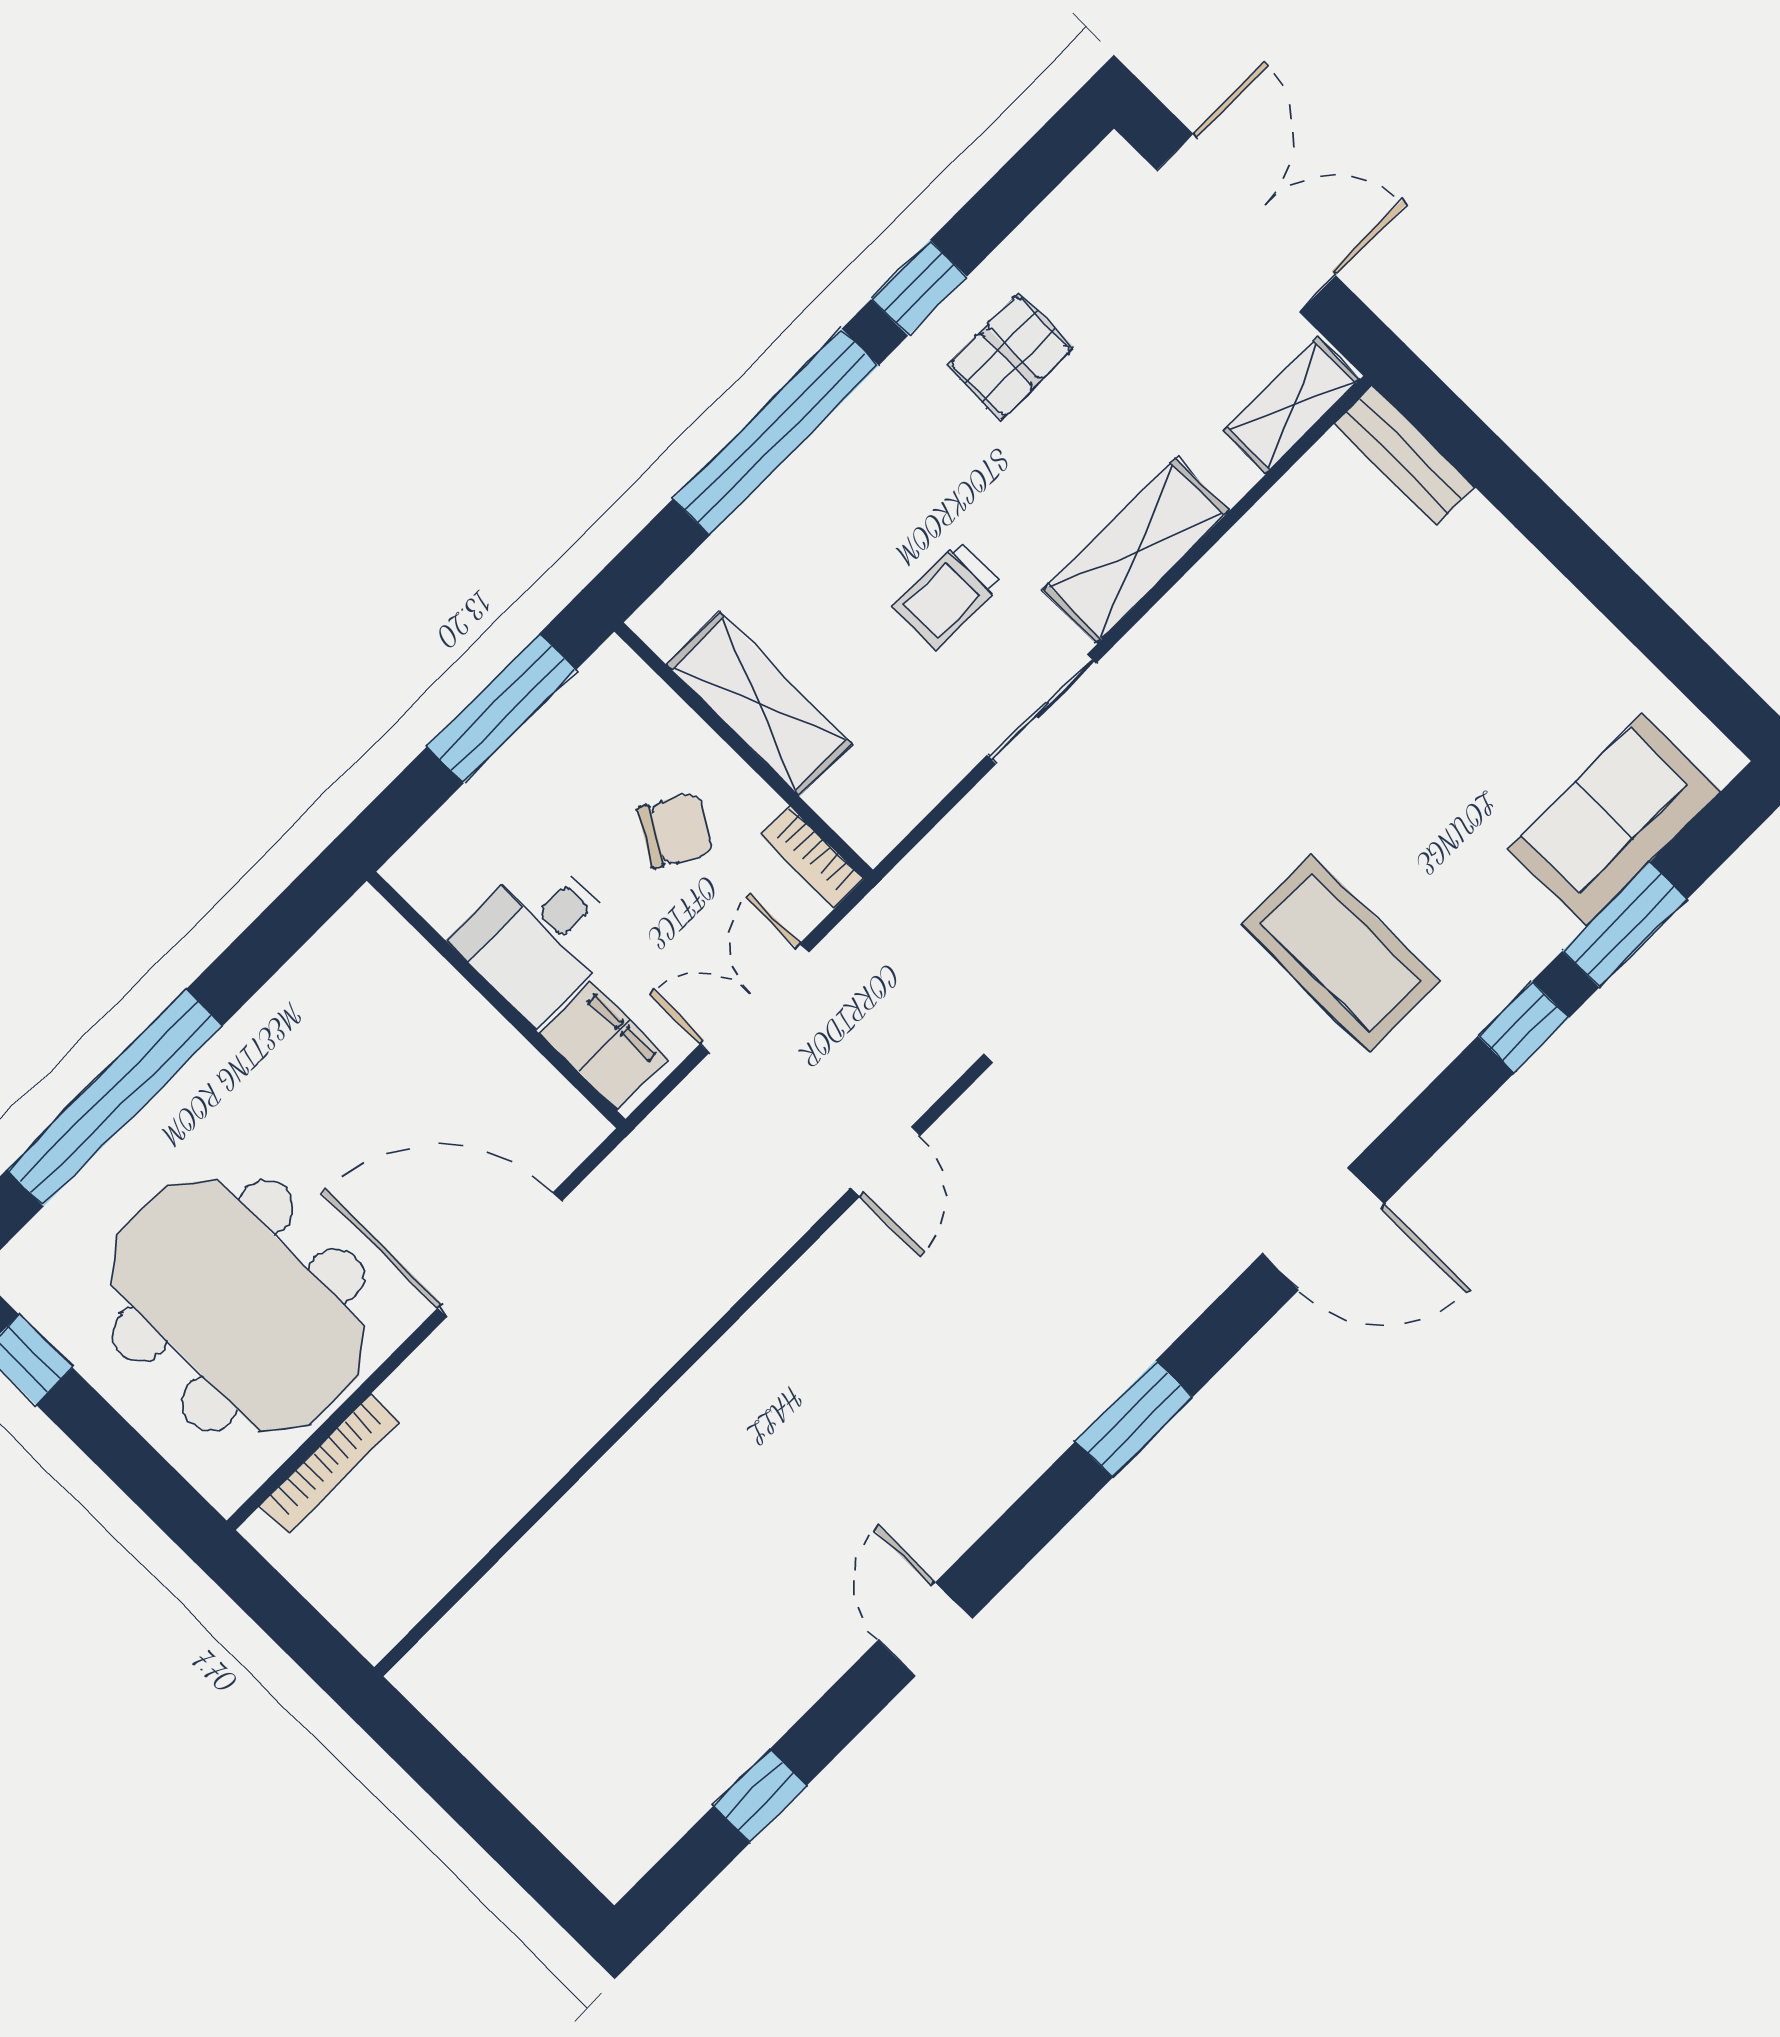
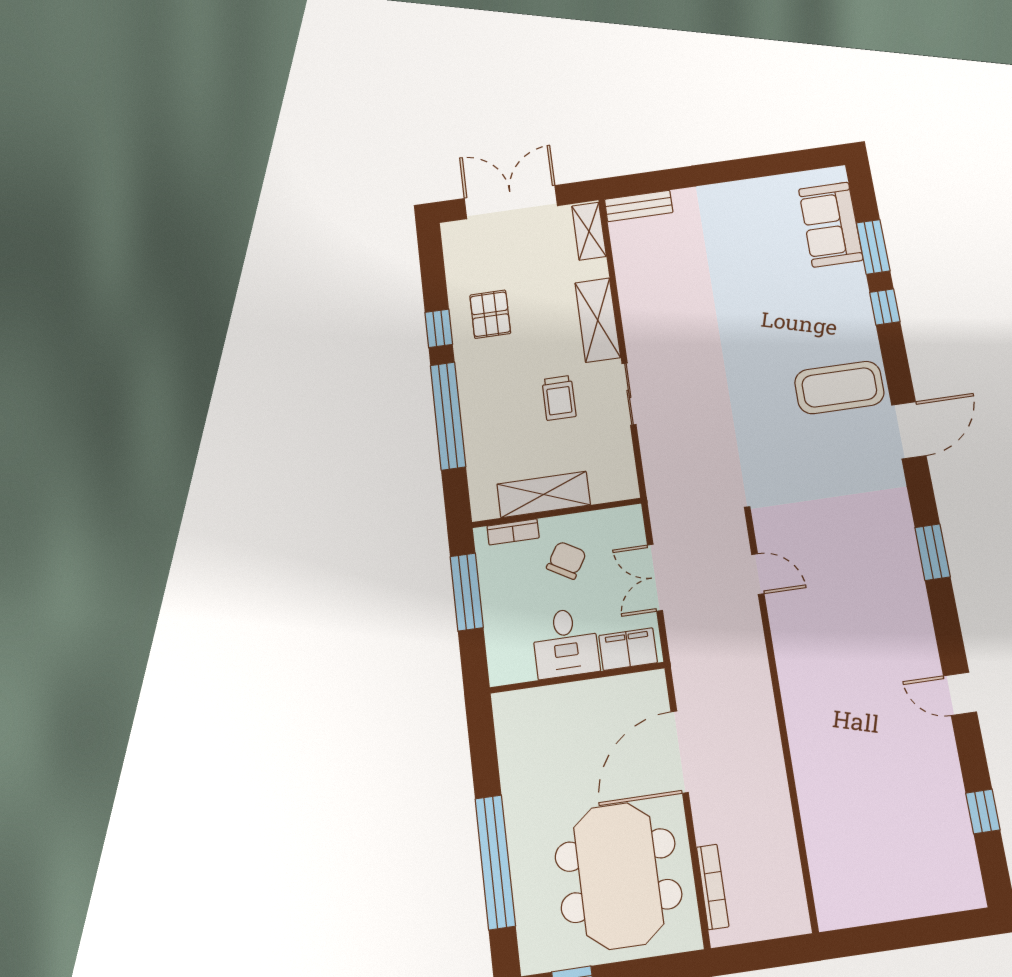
bookcase: (812, 857) -> (513, 532), moved
coffee table: (1340, 953) -> (839, 387), moved
meeting table: (238, 1305) -> (618, 875), turned 90

